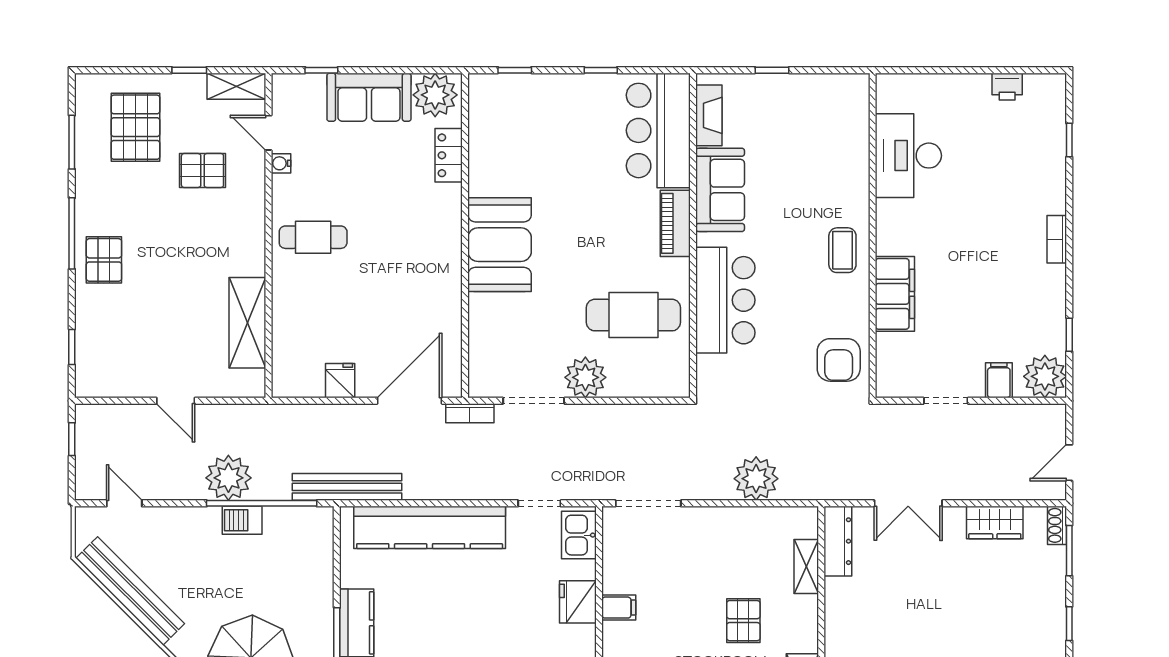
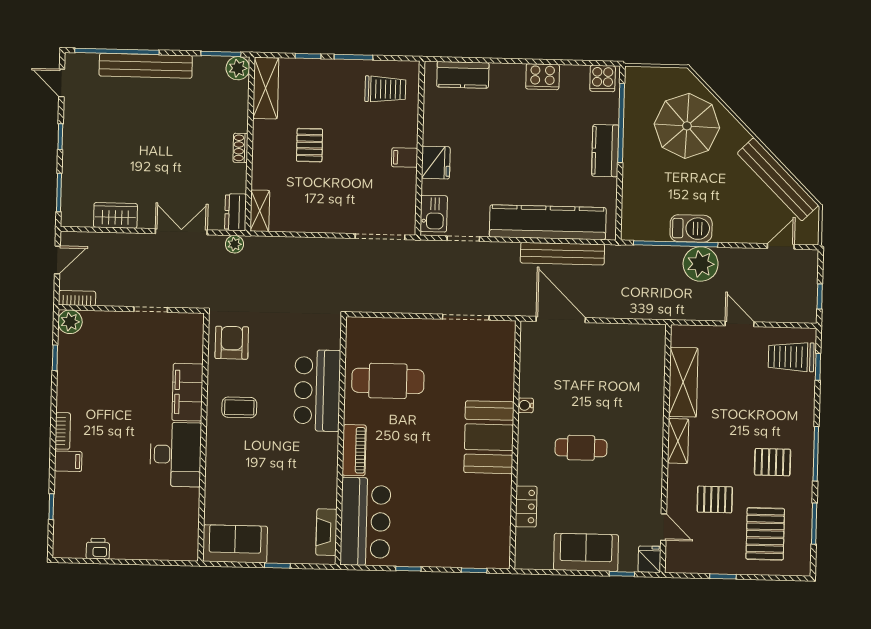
shelving: (236, 86) -> (678, 441), moved, turned 90
plant: (435, 95) -> (535, 553), removed
desk: (908, 156) -> (176, 454), moved
water cooler: (281, 163) -> (526, 405), moved, turned 180
sofa: (720, 190) -> (235, 544), moved, turned 90
cafe table: (313, 237) -> (581, 448), moved
coffee table: (842, 250) -> (239, 407), moved, turned 90
pallet: (104, 260) -> (773, 462), moved, turned 90
trolley: (107, 359) -> (791, 357), added
plant: (1045, 376) -> (70, 322), width x0.73, depth x0.73
plant: (585, 377) -> (426, 334), removed
filing cabinet: (999, 380) -> (68, 461), moved, turned -90
fridge: (340, 381) -> (650, 559), moved, turned 180
door: (410, 401) -> (561, 320), swing flipped
bookcase: (470, 413) -> (77, 298), moved
plant: (756, 479) -> (234, 244), moved, width x0.53, depth x0.53
bench: (347, 487) -> (562, 254), moved
door: (124, 503) -> (781, 246), swing flipped
barbecue: (242, 520) -> (691, 228), width x1.38, depth x1.27
shoe rack: (1057, 525) -> (240, 148), moved, turned 180
dresser: (838, 541) -> (236, 212), width x0.70
shelving: (806, 567) -> (260, 211), moved

